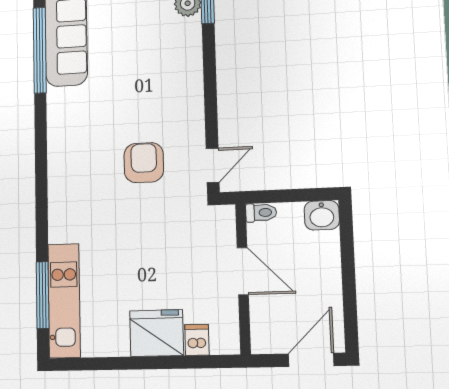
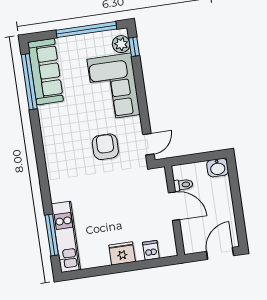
corner sofa: (168, 69) -> (114, 87), added
toilet: (261, 213) -> (183, 185), moved
fridge: (157, 333) -> (122, 253), width x0.73, depth x0.75

